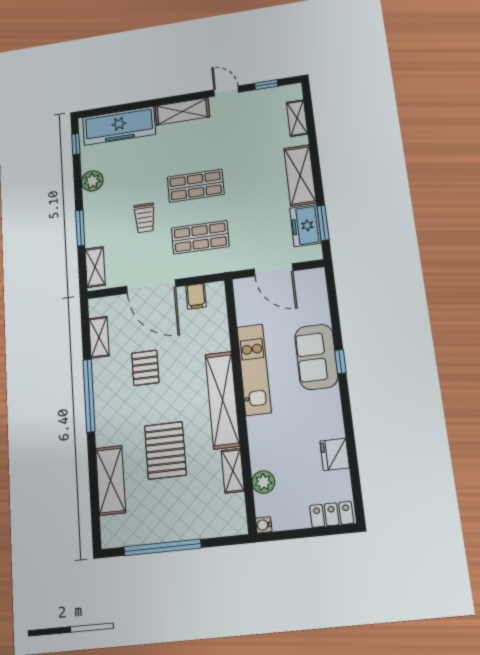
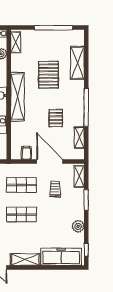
trolley: (145, 218) -> (55, 189), moved
shelving: (233, 471) -> (16, 42), moved

